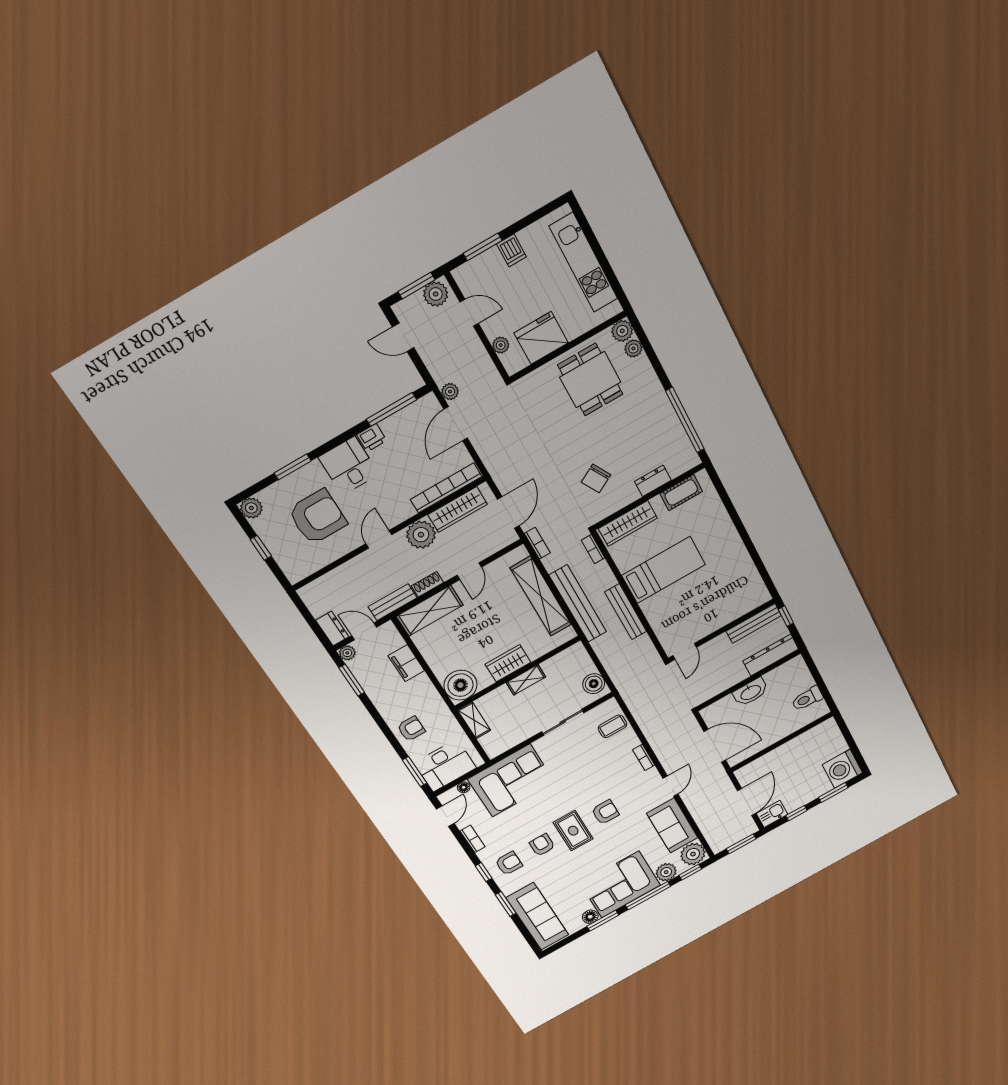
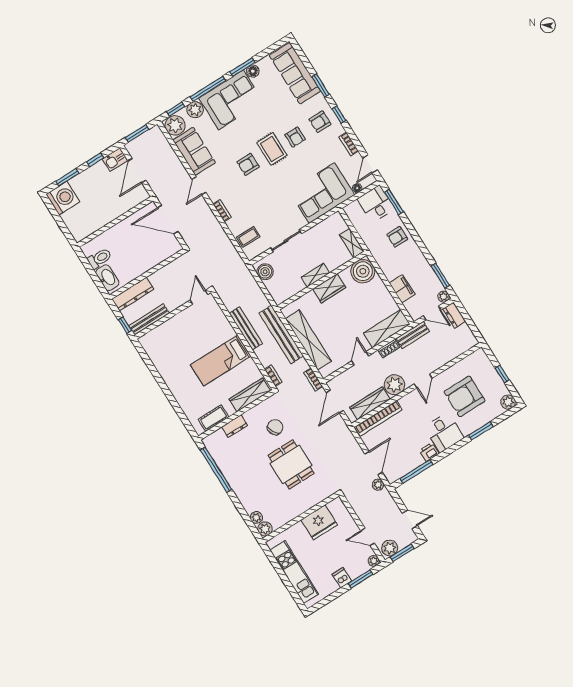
plant: (501, 345) -> (374, 561), moved
dining table: (590, 380) -> (291, 464), moved
washbasin: (750, 692) -> (107, 278), moved, turned 90
desk: (445, 766) -> (376, 204), width x0.73

